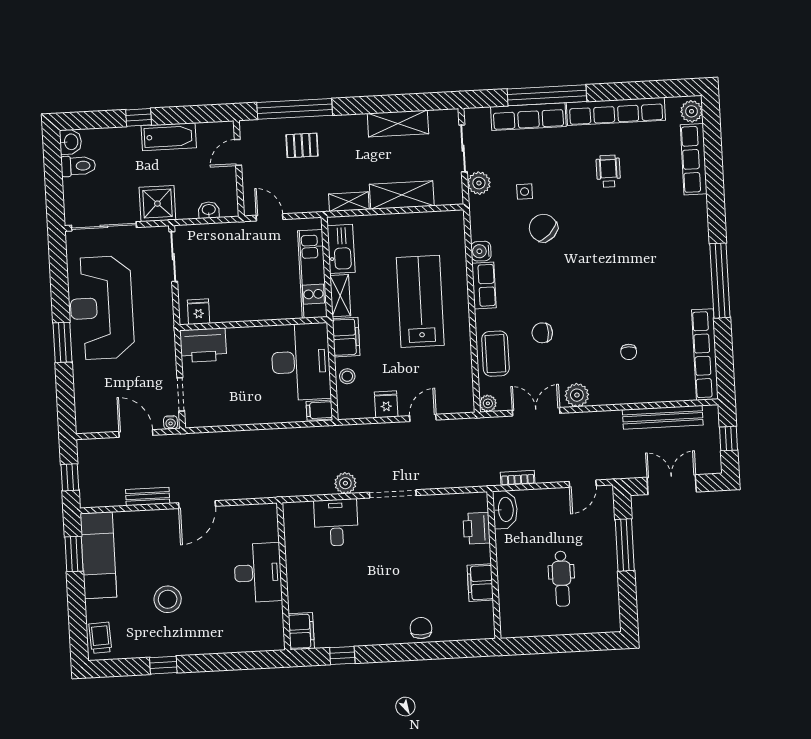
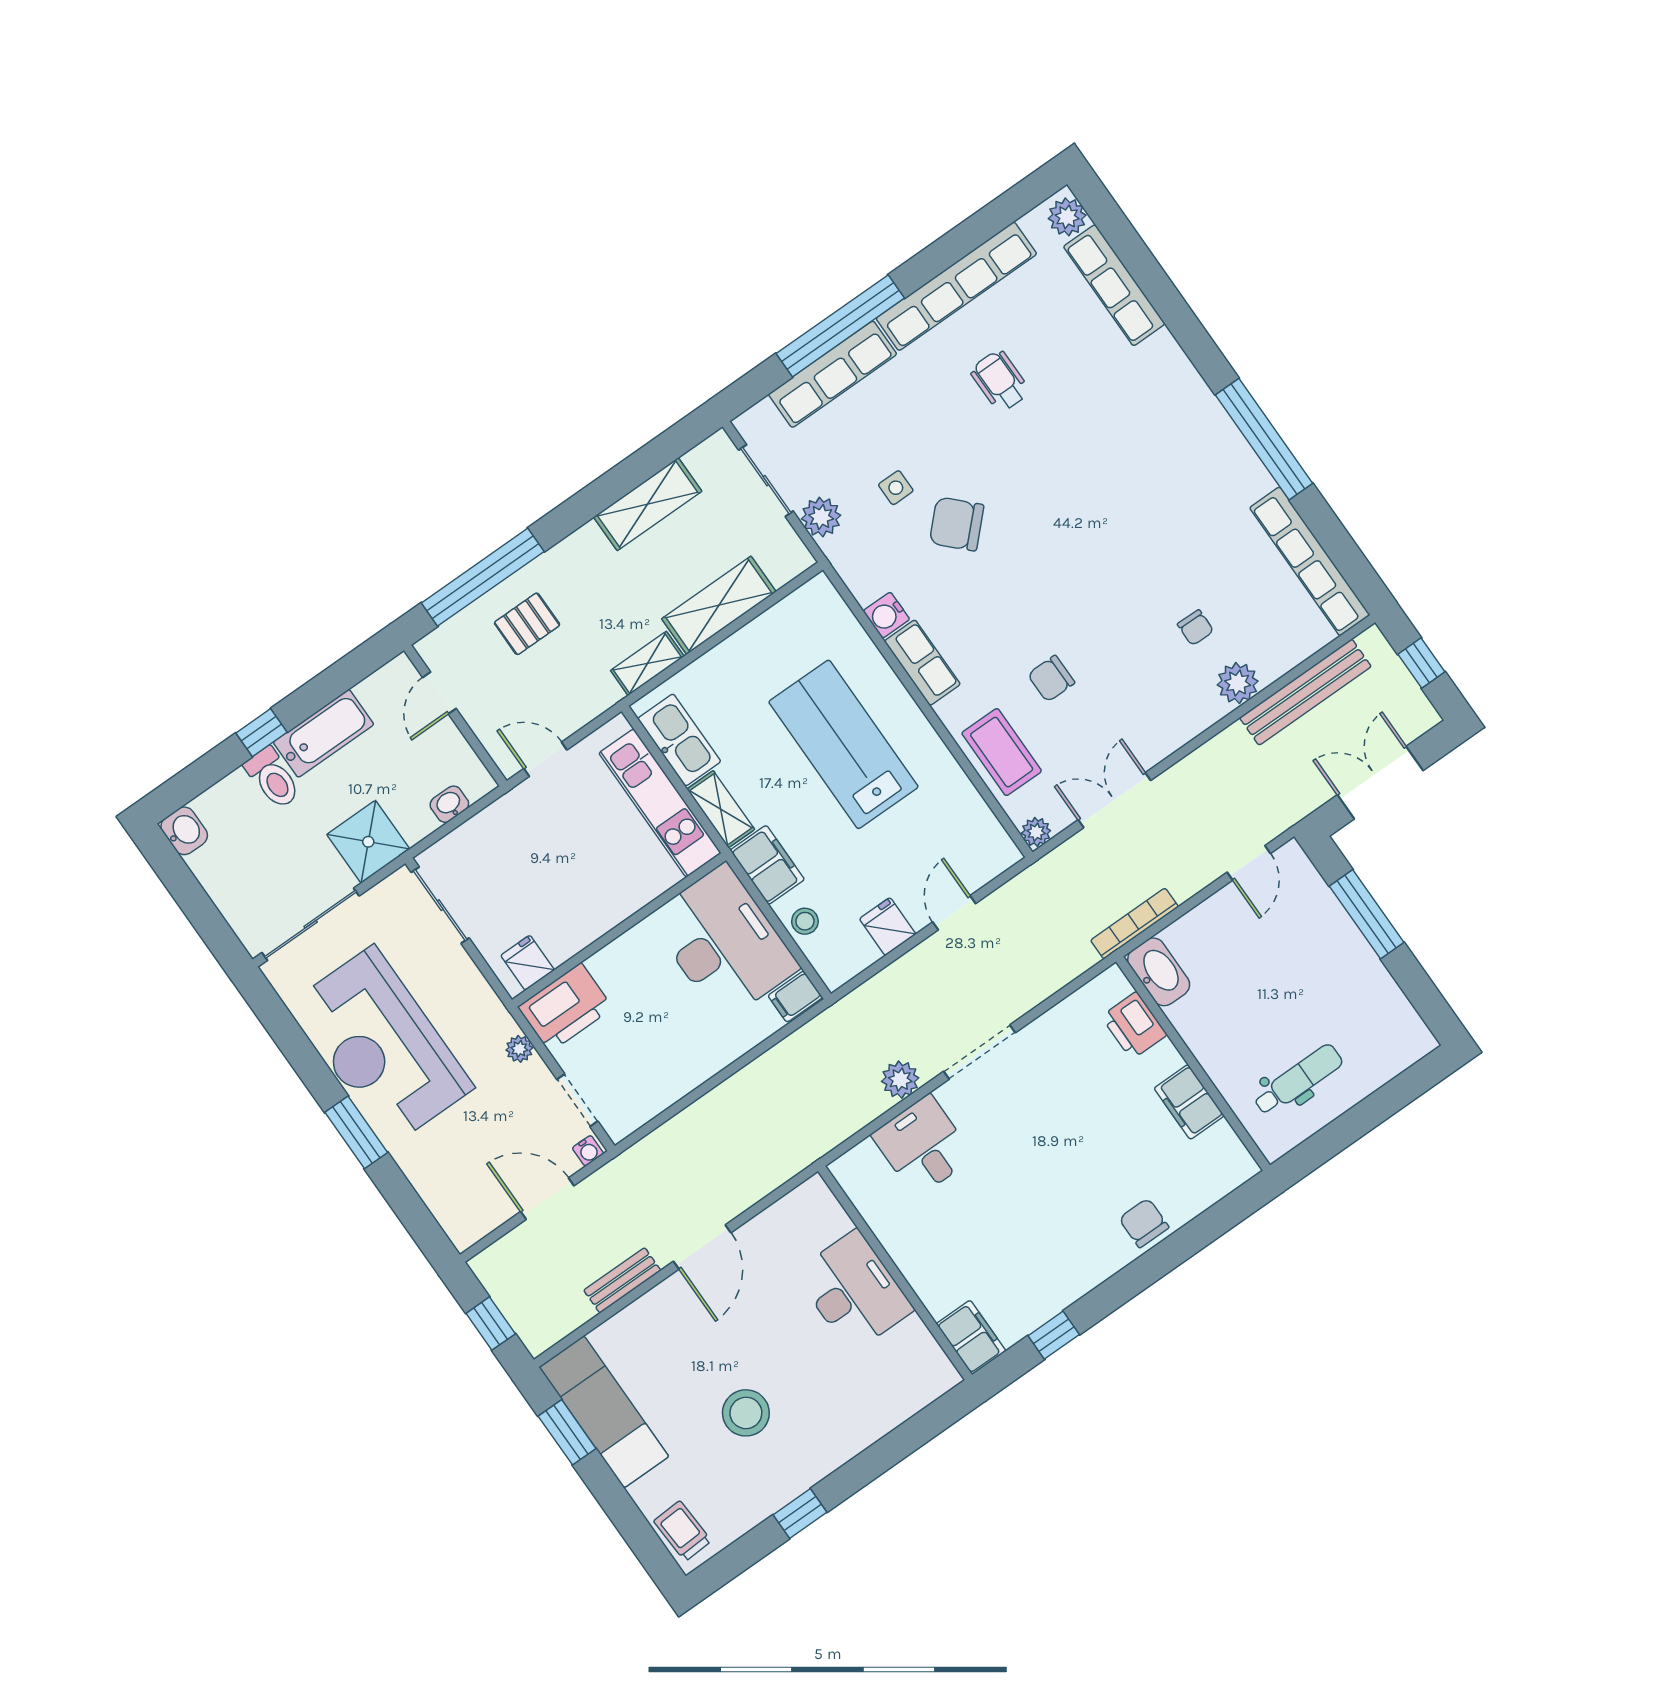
toilet: (78, 166) -> (273, 778), moved, turned 90
plant: (168, 351) -> (519, 1049), added
plant: (577, 395) -> (1238, 683), moved
bookcase: (518, 478) -> (1135, 924), width x1.56
dental chair: (562, 579) -> (1298, 1080), moved, turned -90

